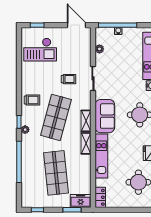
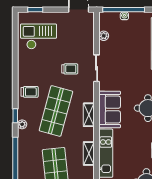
checkout: (40, 50) -> (39, 36), turned 180
shelving: (86, 143) -> (89, 153), moved

